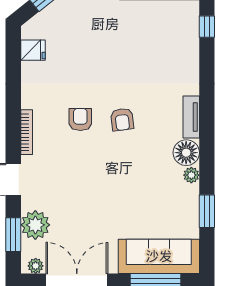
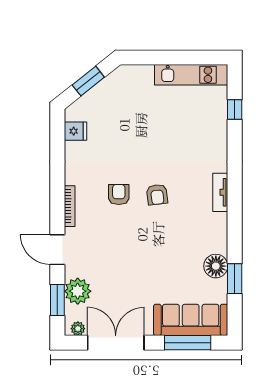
floor lamp: (186, 153) -> (216, 266), moved
plant: (191, 175) -> (220, 245), removed

